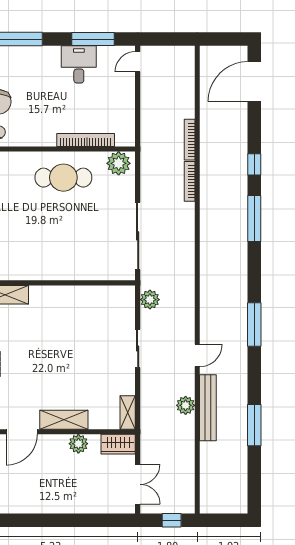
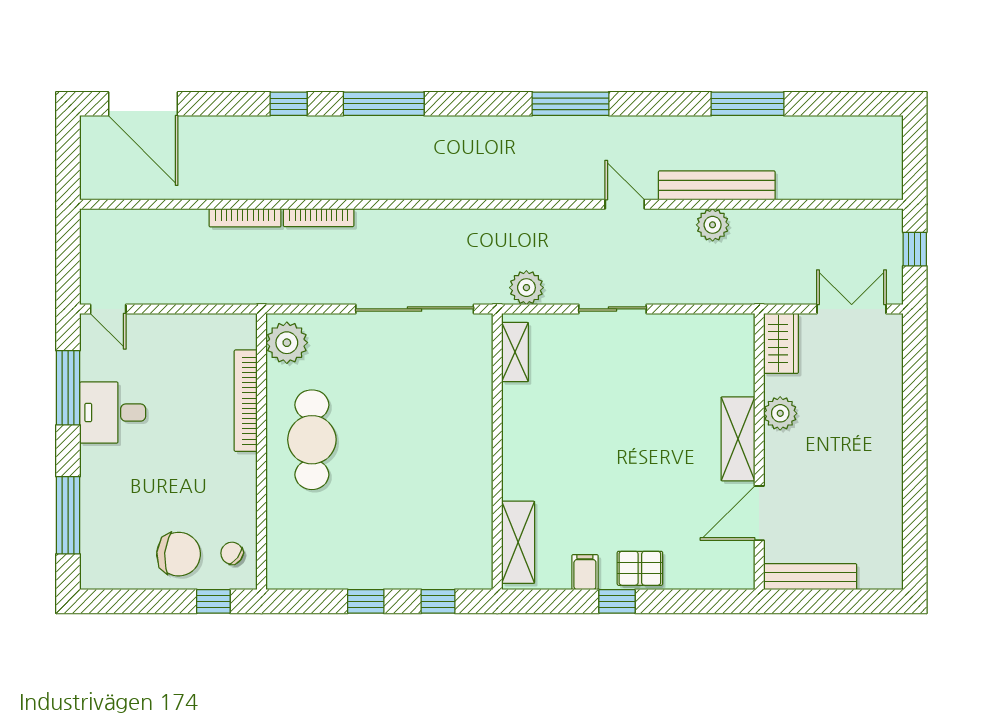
shelving: (128, 412) -> (515, 352), moved, turned 90
door: (22, 432) -> (759, 513), swing flipped

